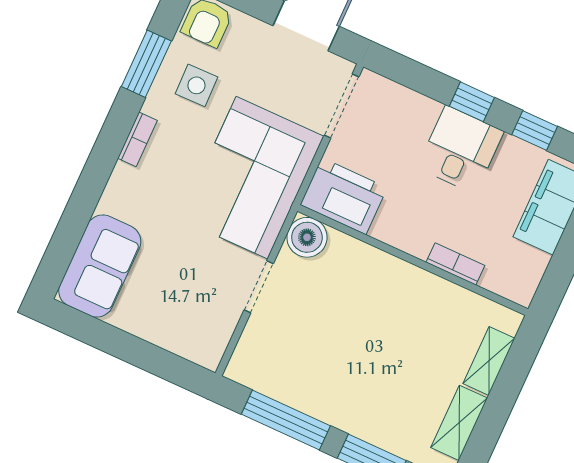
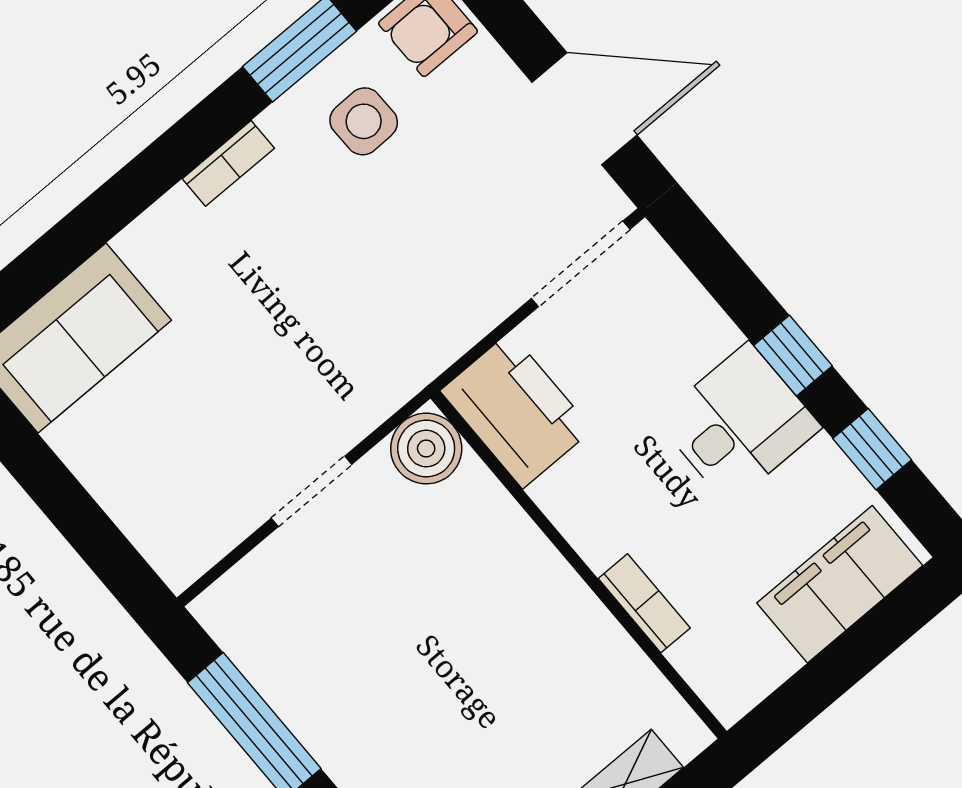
corner sofa: (252, 178) -> (383, 311), removed

